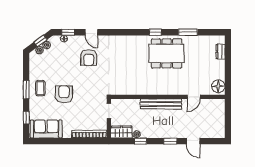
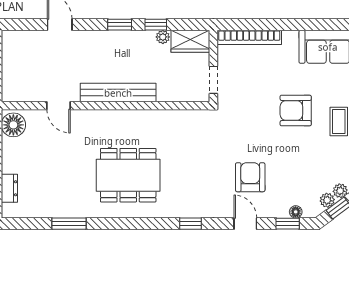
window: (155, 32) -> (191, 224), moved
dining table: (167, 53) -> (128, 175), moved
armchair: (64, 94) -> (296, 111), turned 90
door: (194, 97) -> (59, 106), swing flipped
window: (170, 141) -> (120, 25), moved

